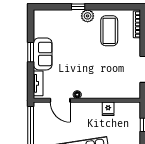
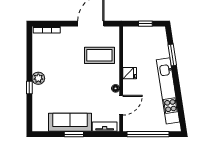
coffee table: (109, 31) -> (99, 55), moved
sofa: (43, 54) -> (70, 122), width x1.36
fridge: (108, 109) -> (130, 73), moved

